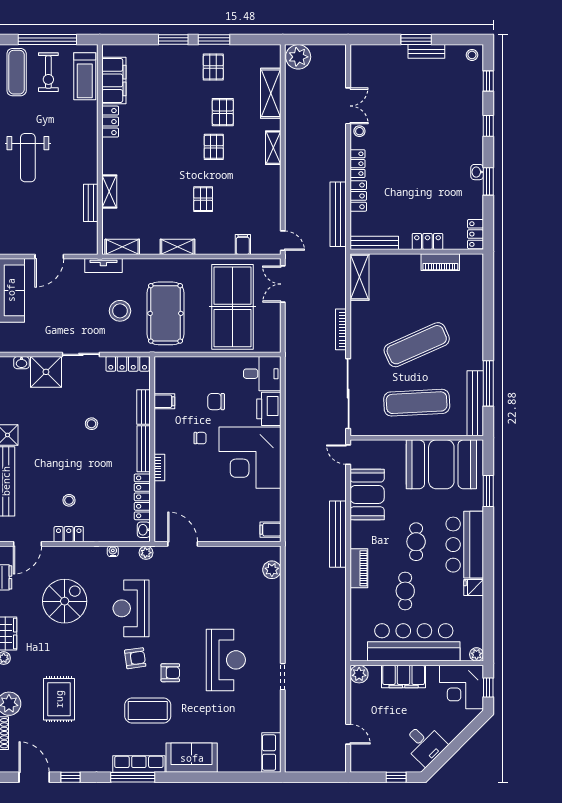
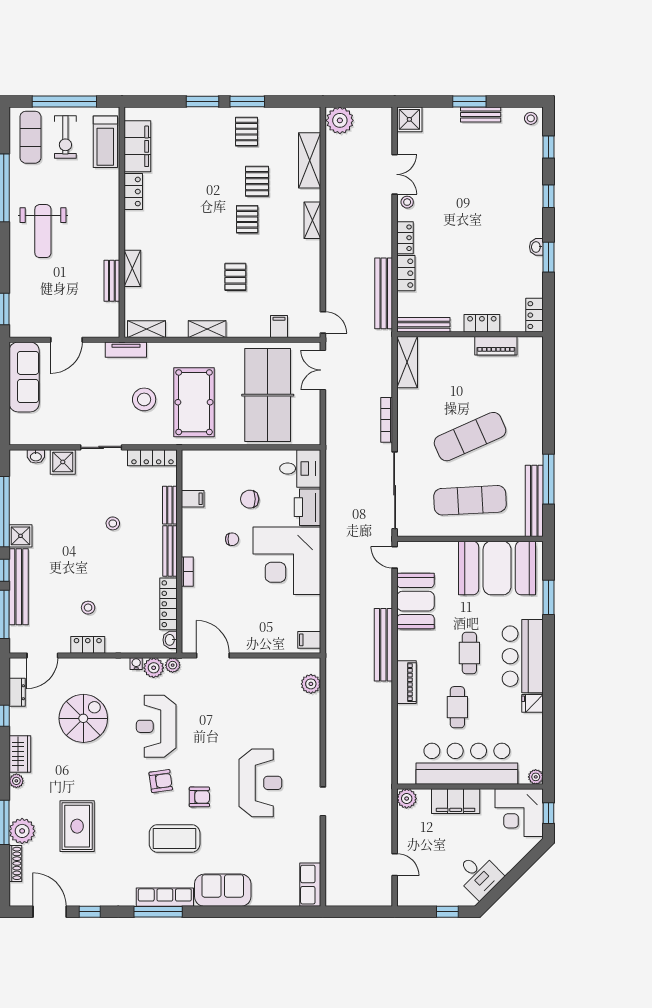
shower: (361, 56) -> (409, 119), added
shower: (46, 372) -> (63, 462), width x0.73, depth x0.73
plant: (129, 555) -> (154, 668), added

